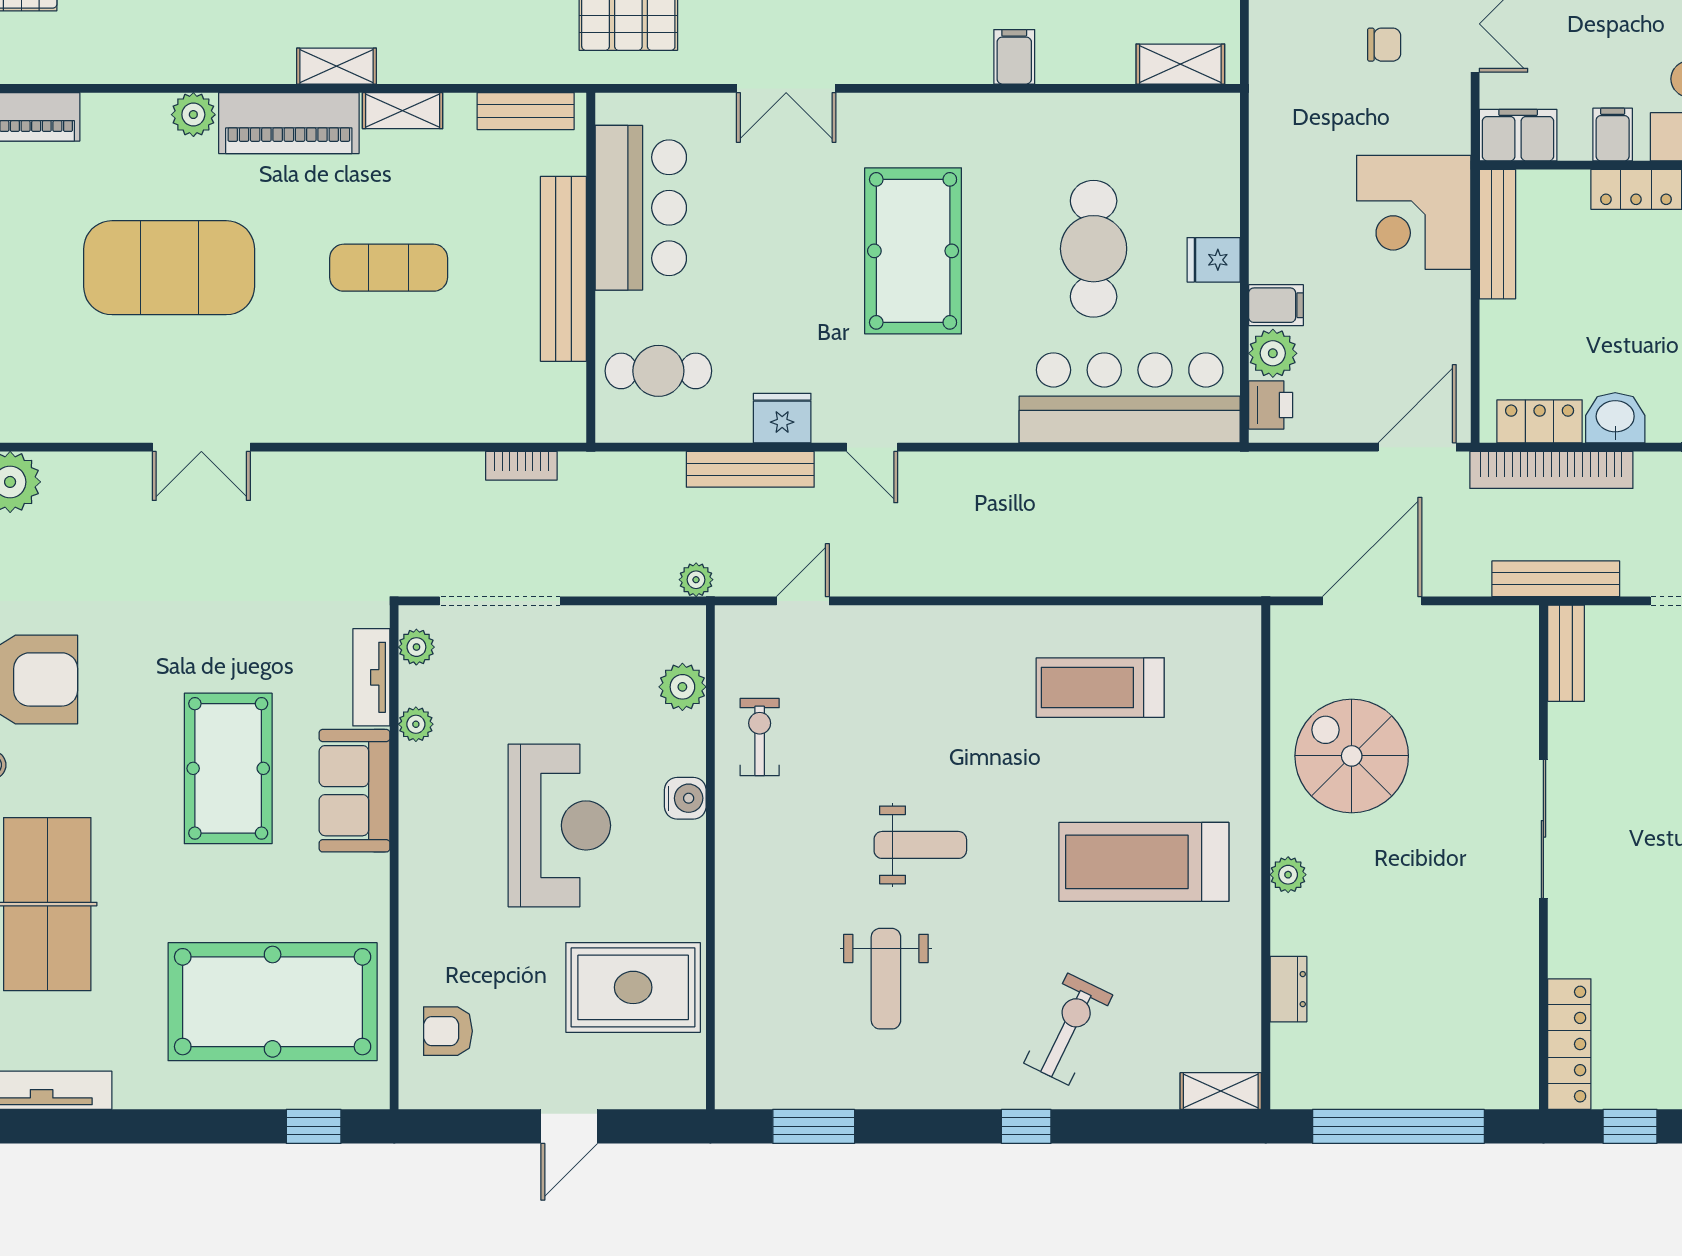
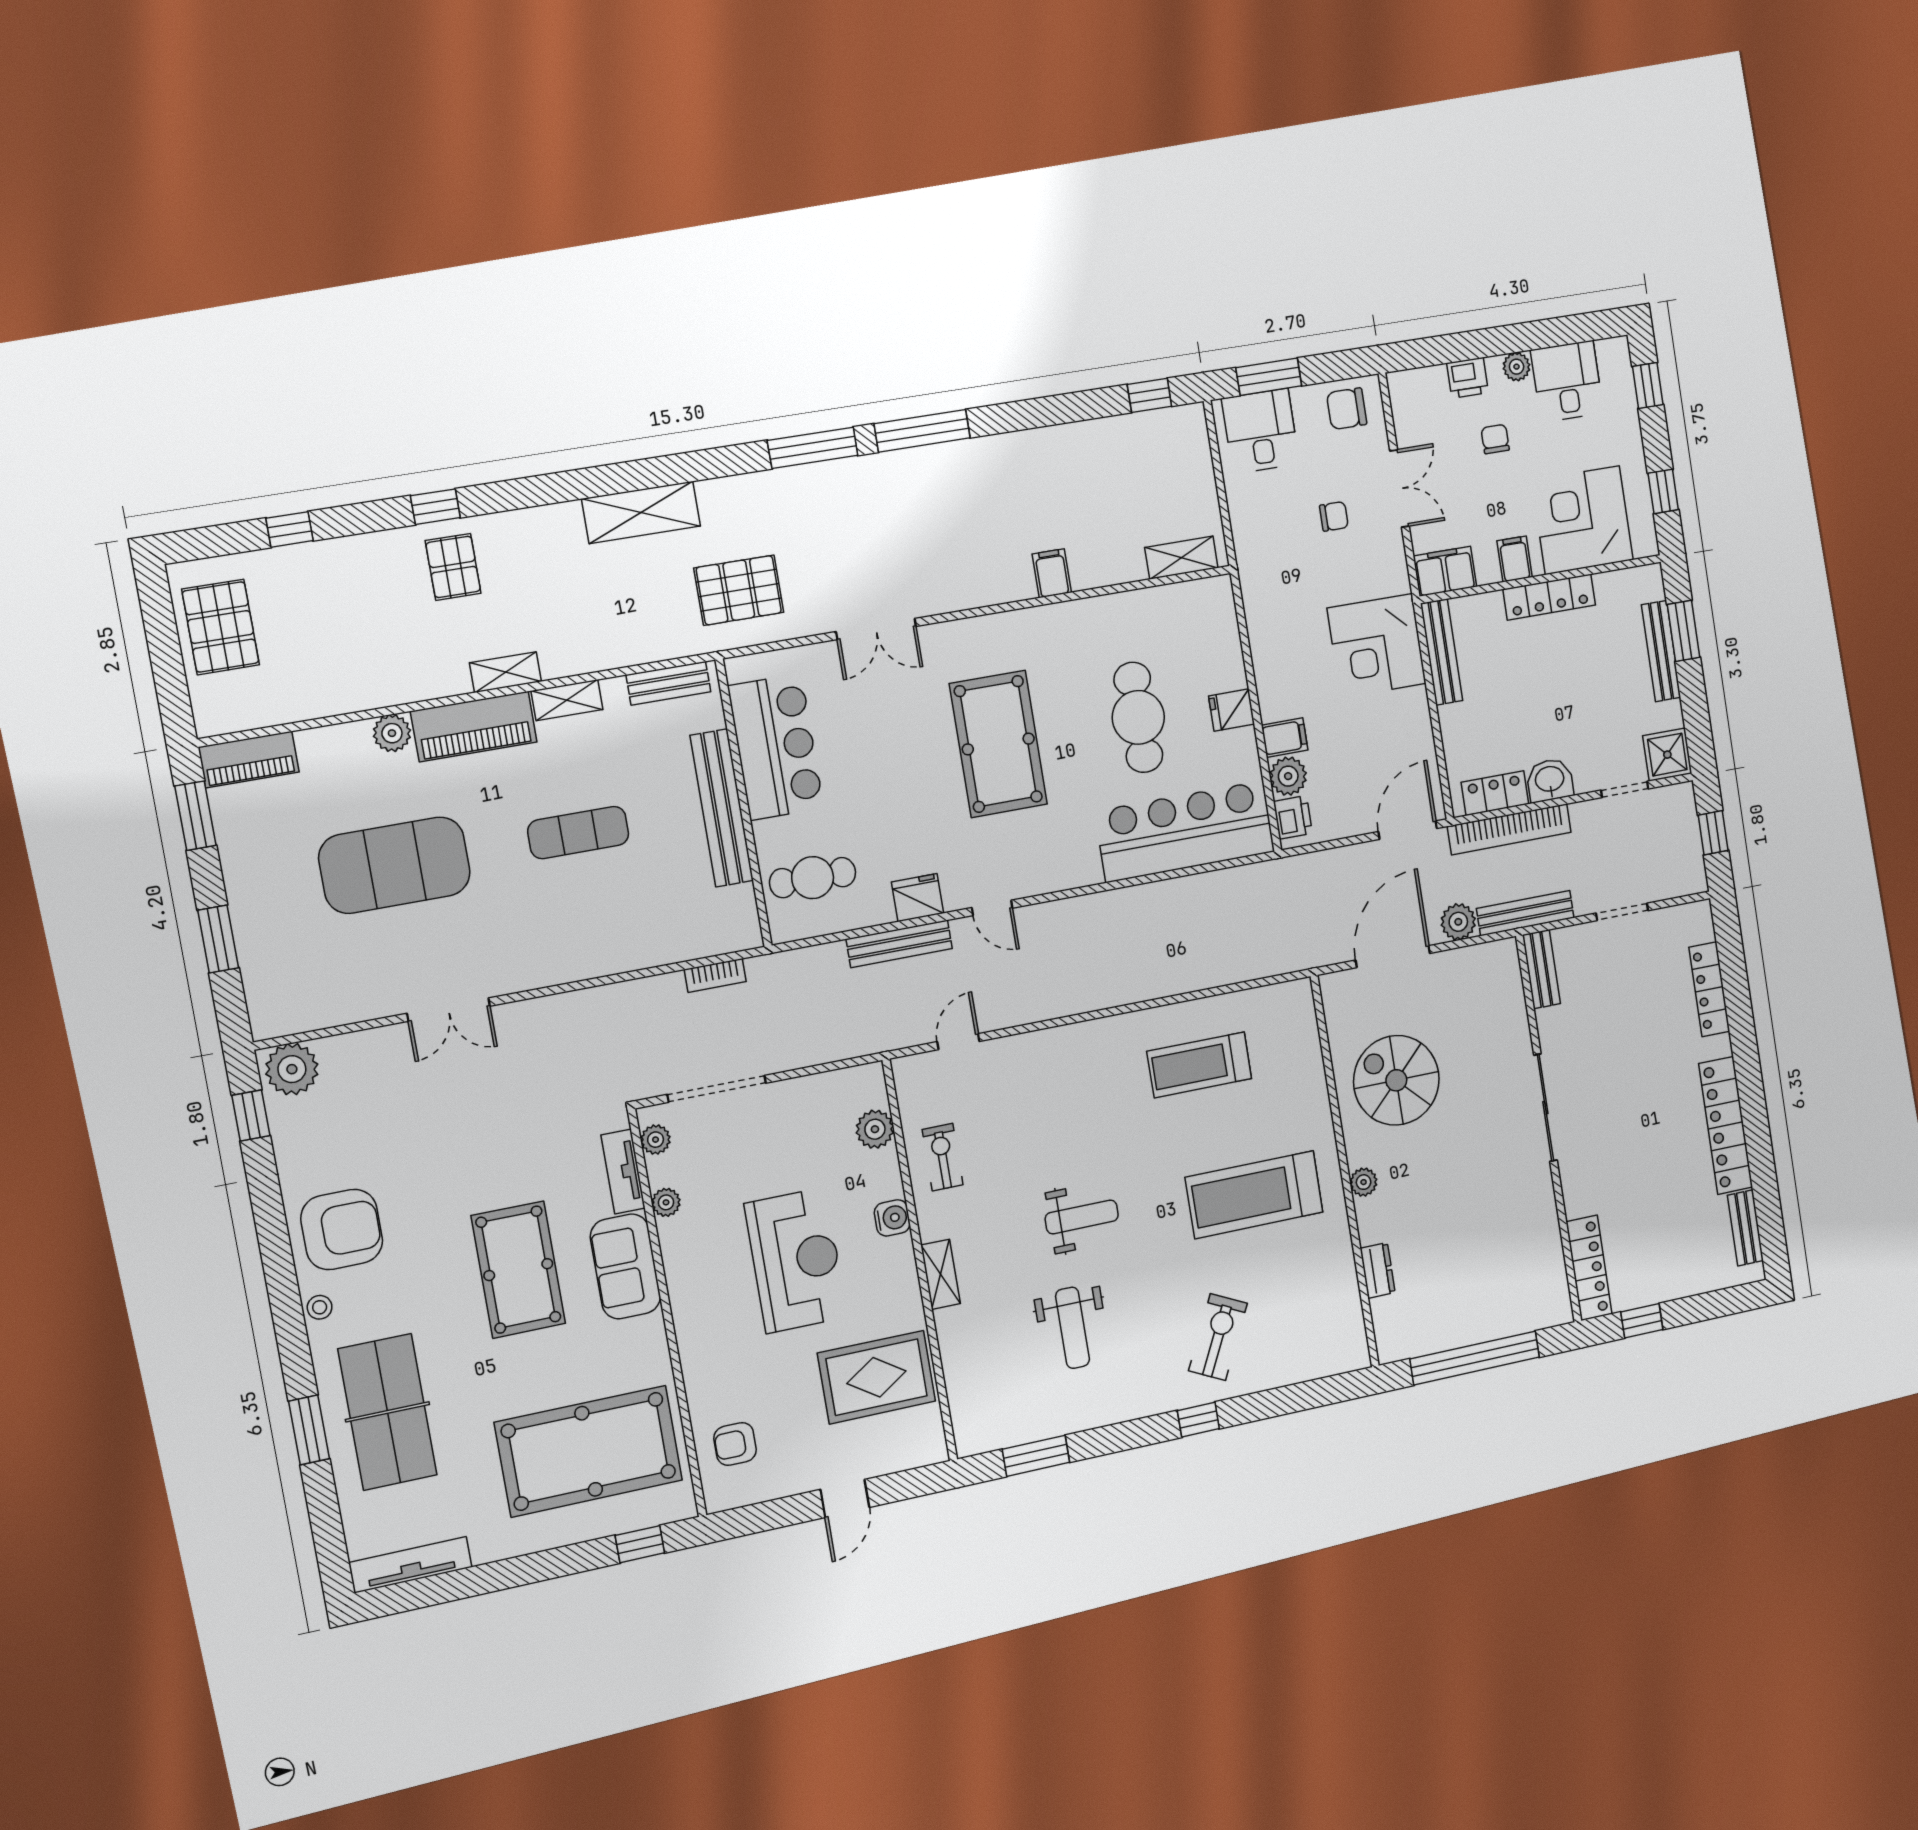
plant: (696, 580) -> (1458, 922), moved, width x1.38, depth x1.38
shelving: (1221, 1091) -> (941, 1274), moved, turned 90

